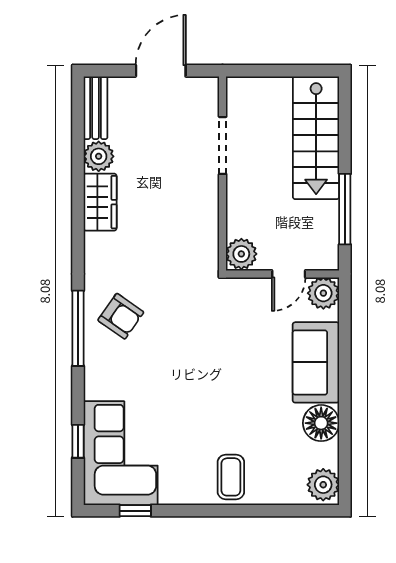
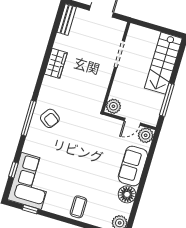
plant: (99, 156) -> (61, 42), removed

